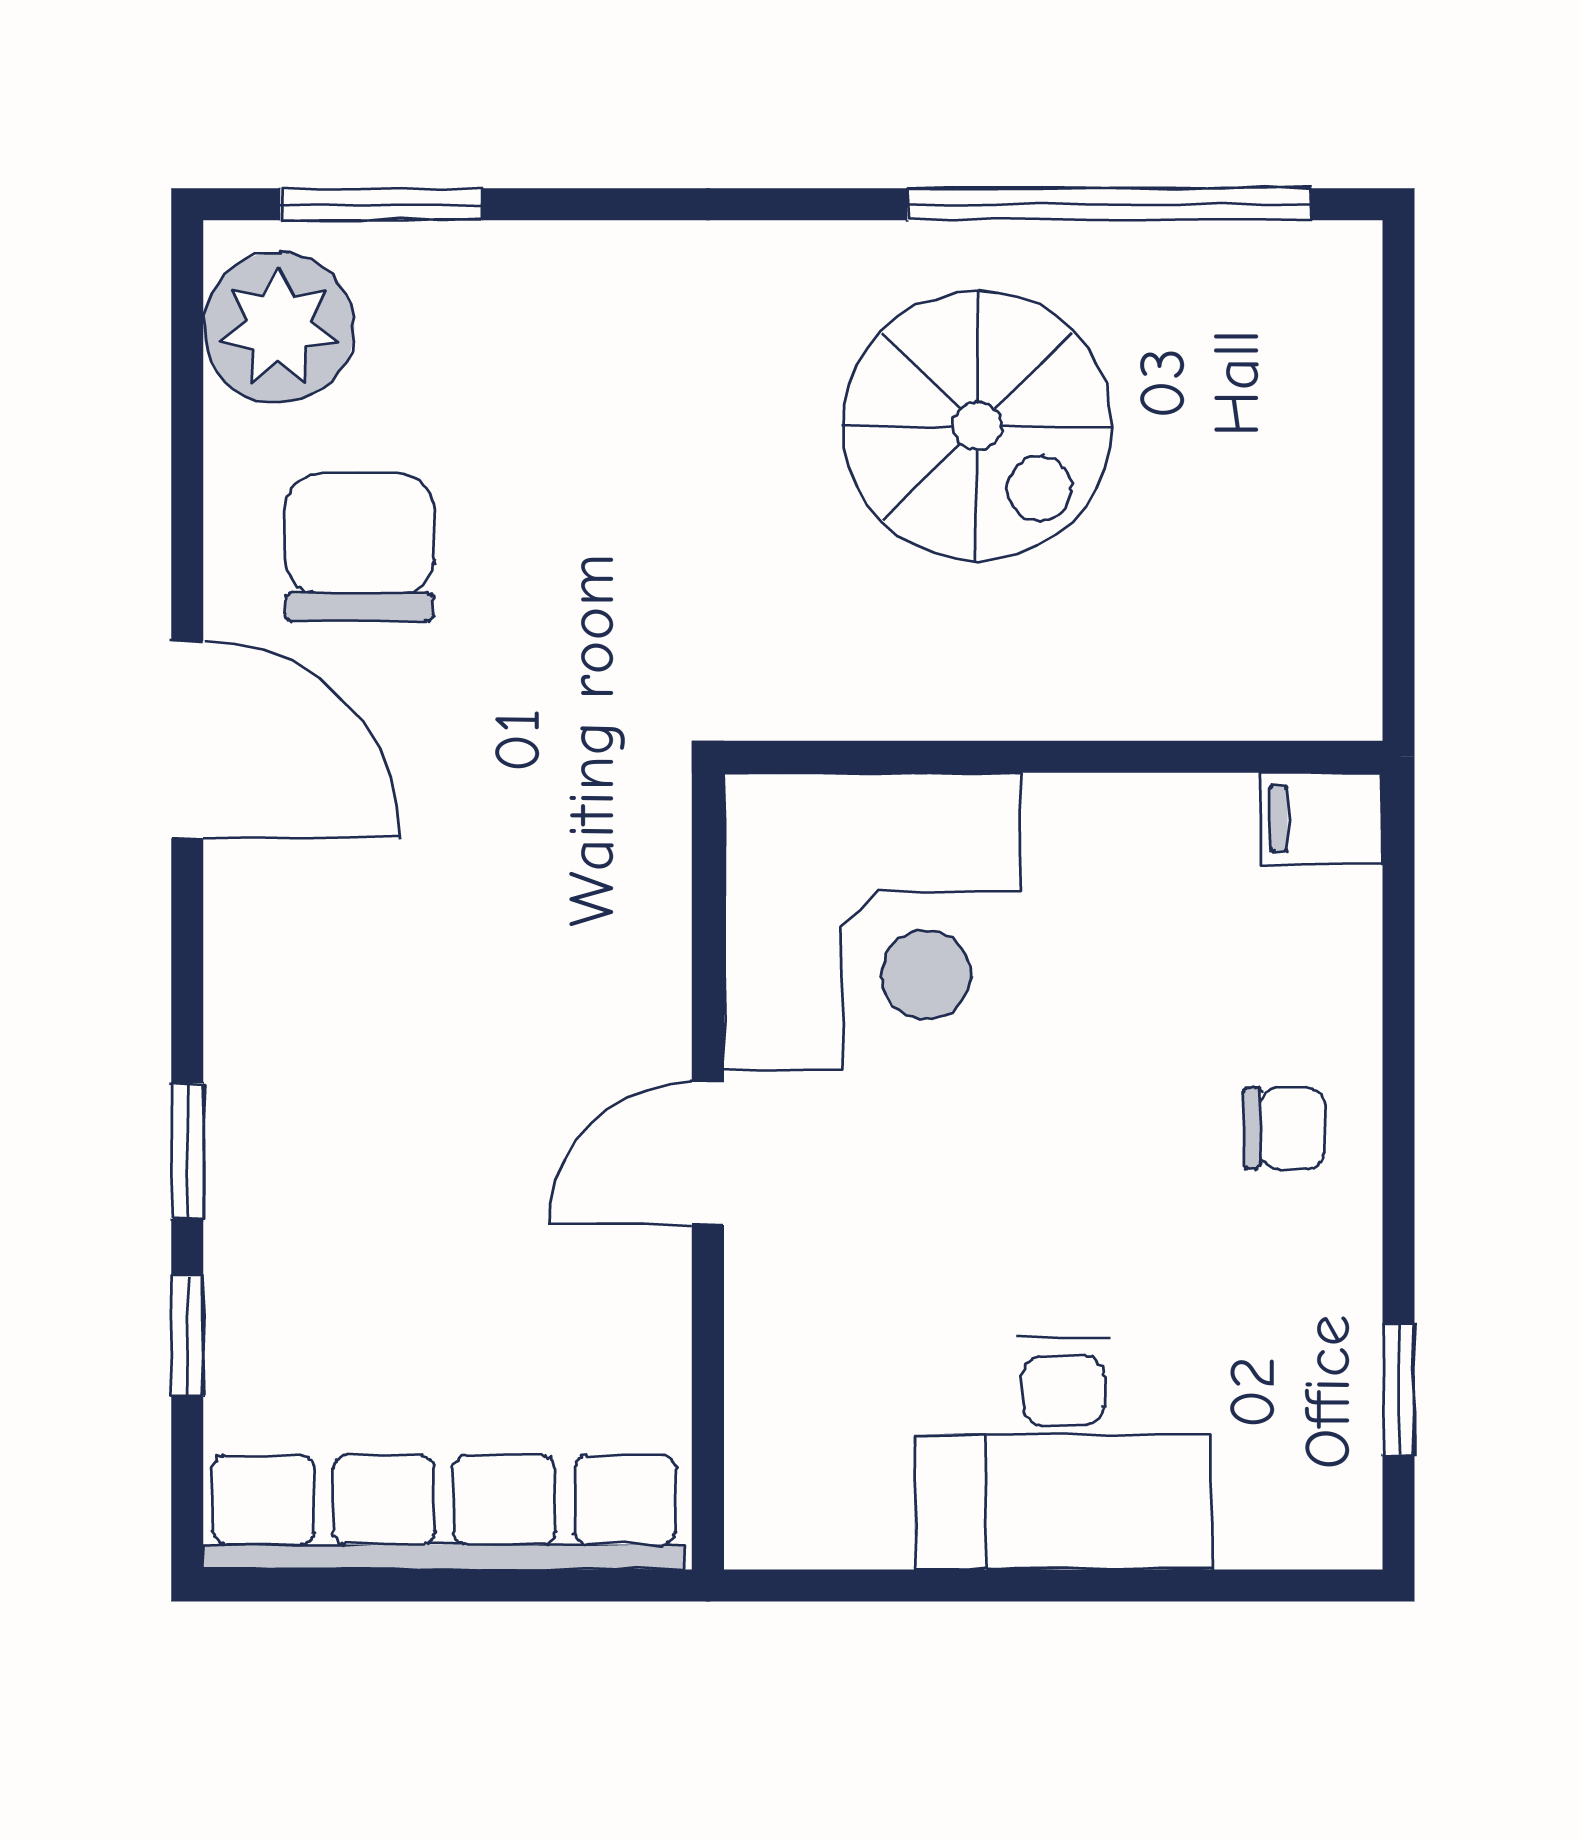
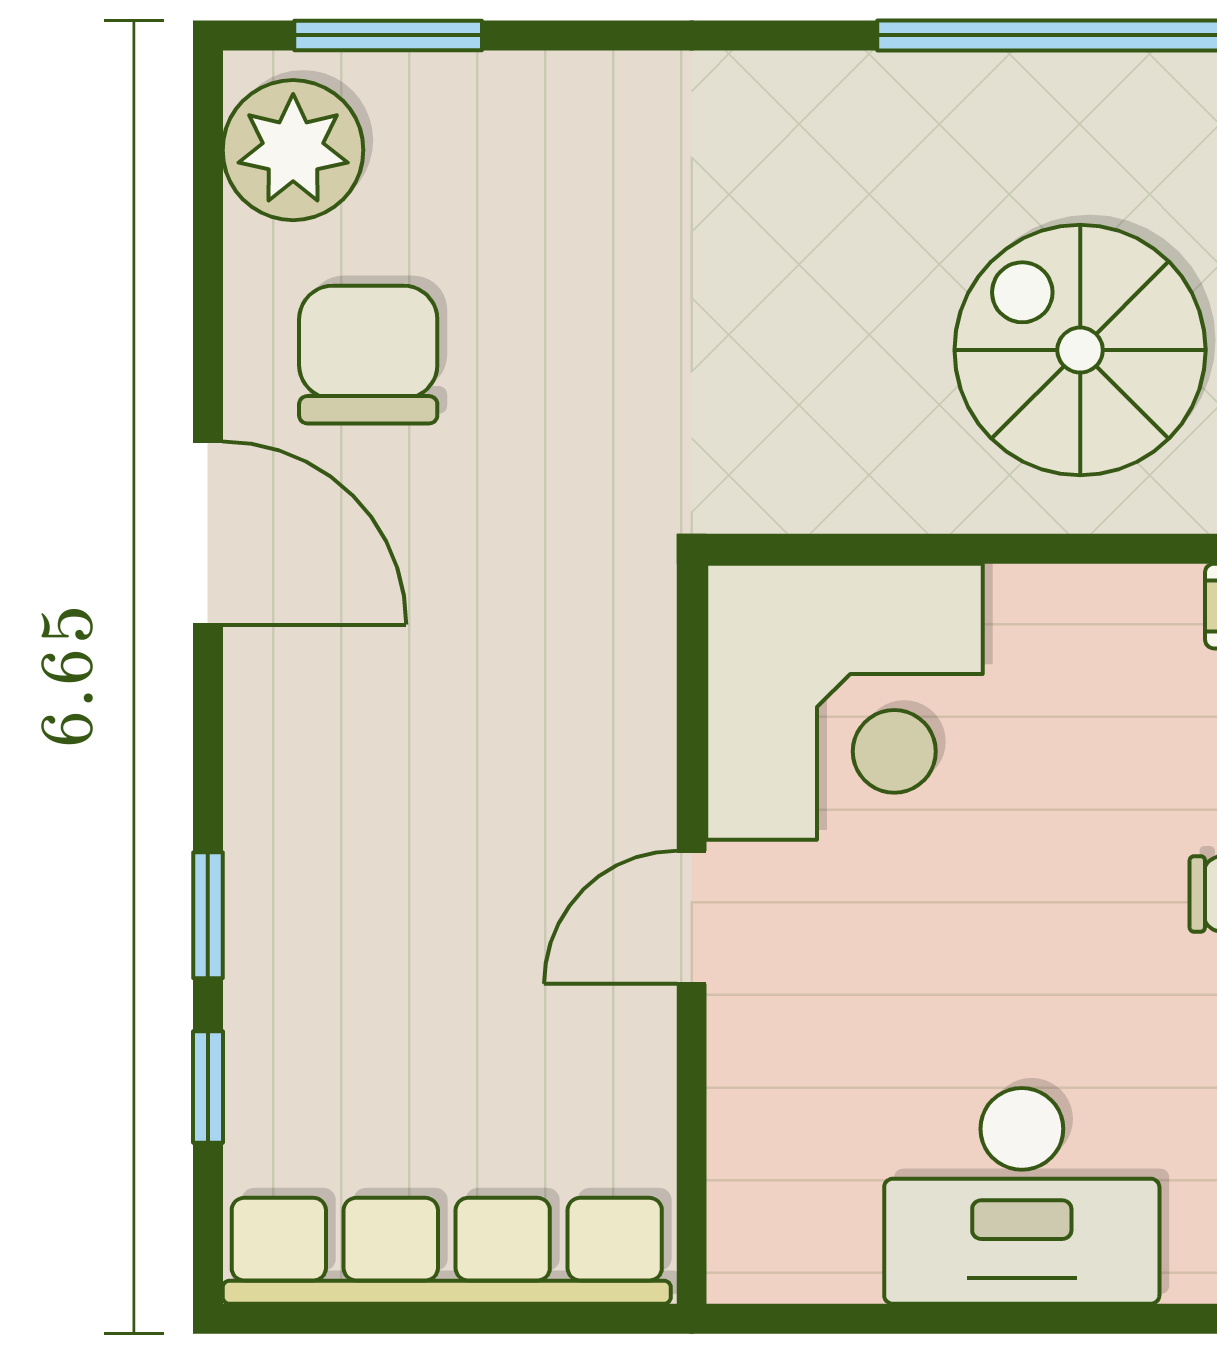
spiral stairs: (977, 426) -> (1080, 350), moved, turned 180

